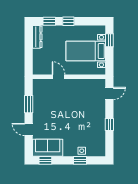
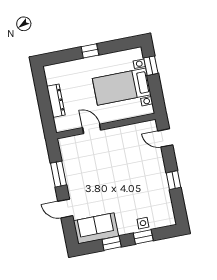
window: (49, 21) -> (64, 56), removed
dresser: (37, 37) -> (56, 101), moved
door: (109, 93) -> (165, 138), swing flipped
window: (45, 160) -> (112, 243), moved

